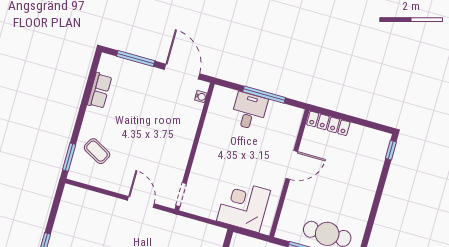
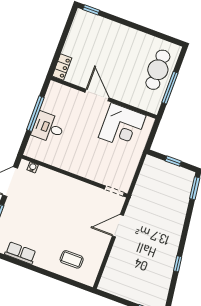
locker: (328, 123) -> (62, 67), width x0.66
coffee table: (97, 151) -> (72, 259), turned 61
window: (69, 157) -> (75, 283), removed
corner desk: (244, 206) -> (122, 127), moved, turned -90

